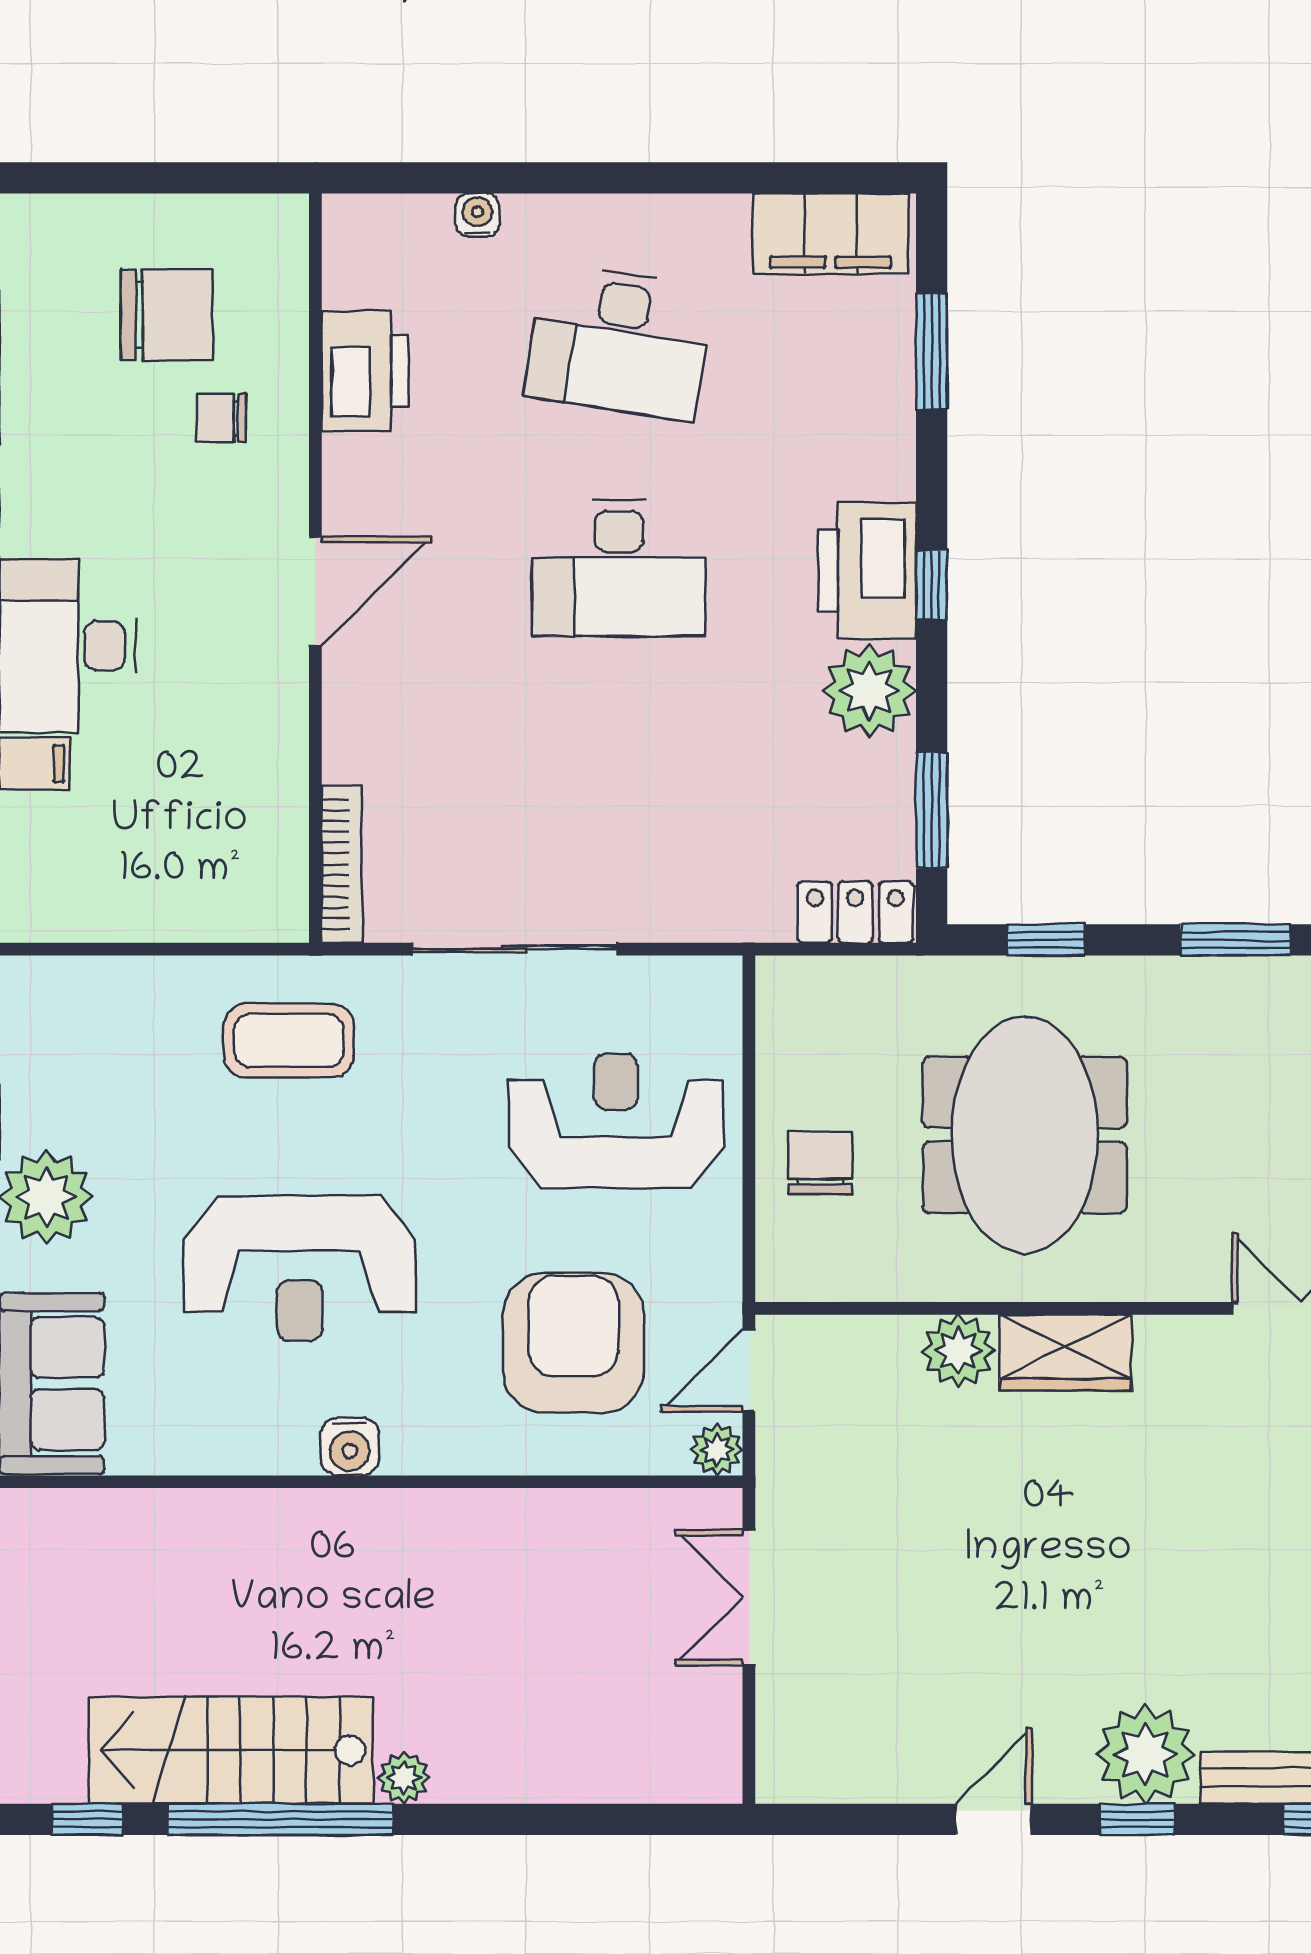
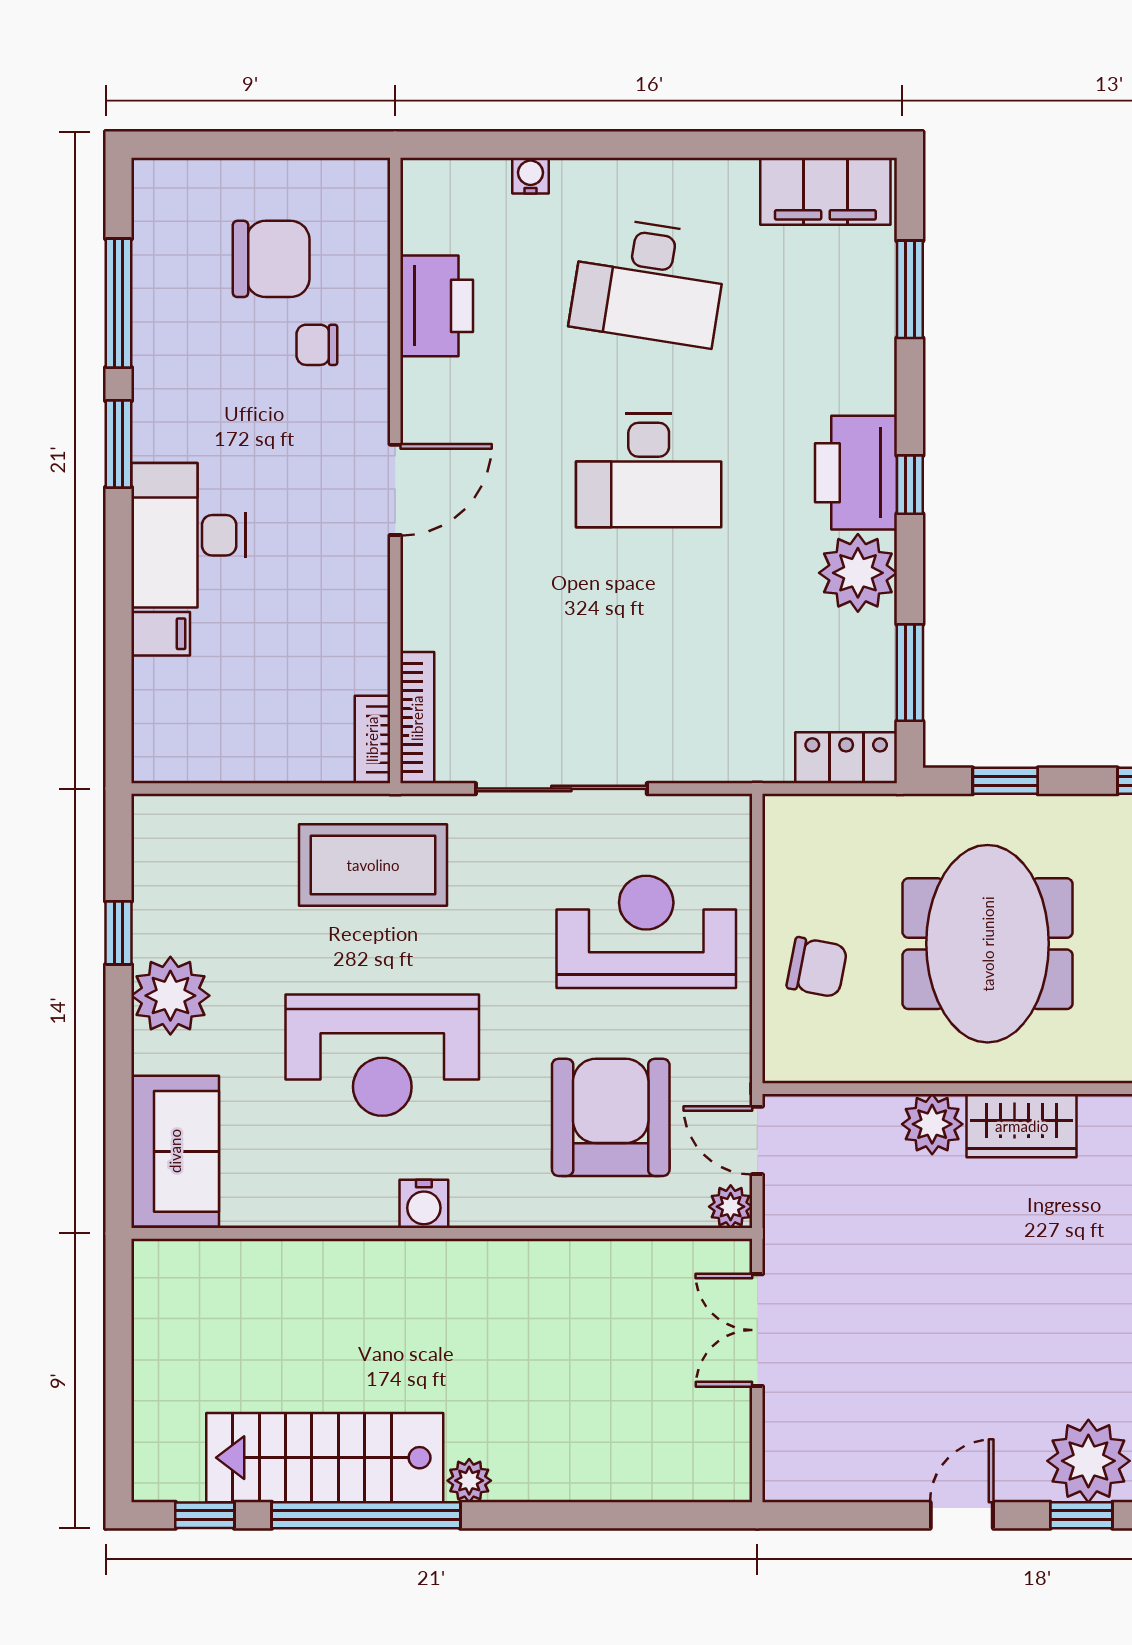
bookcase: (288, 890) -> (372, 739), added
coffee table: (289, 1041) -> (373, 865), width x1.36, depth x1.32
chair: (820, 1163) -> (817, 967), turned 101
door: (749, 1370) -> (757, 1140), hinge flipped

